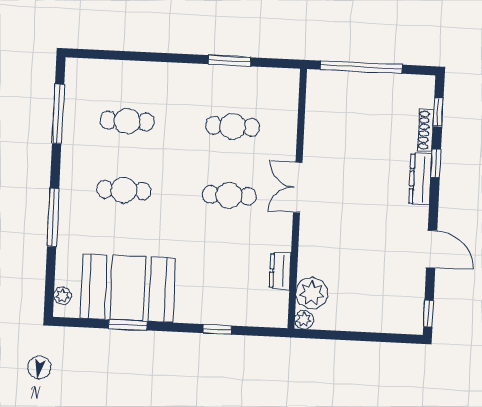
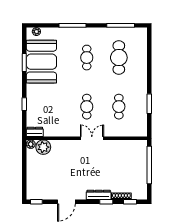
cafe table: (127, 121) -> (119, 58), width x1.37, depth x1.35
dresser: (280, 271) -> (35, 132), moved

